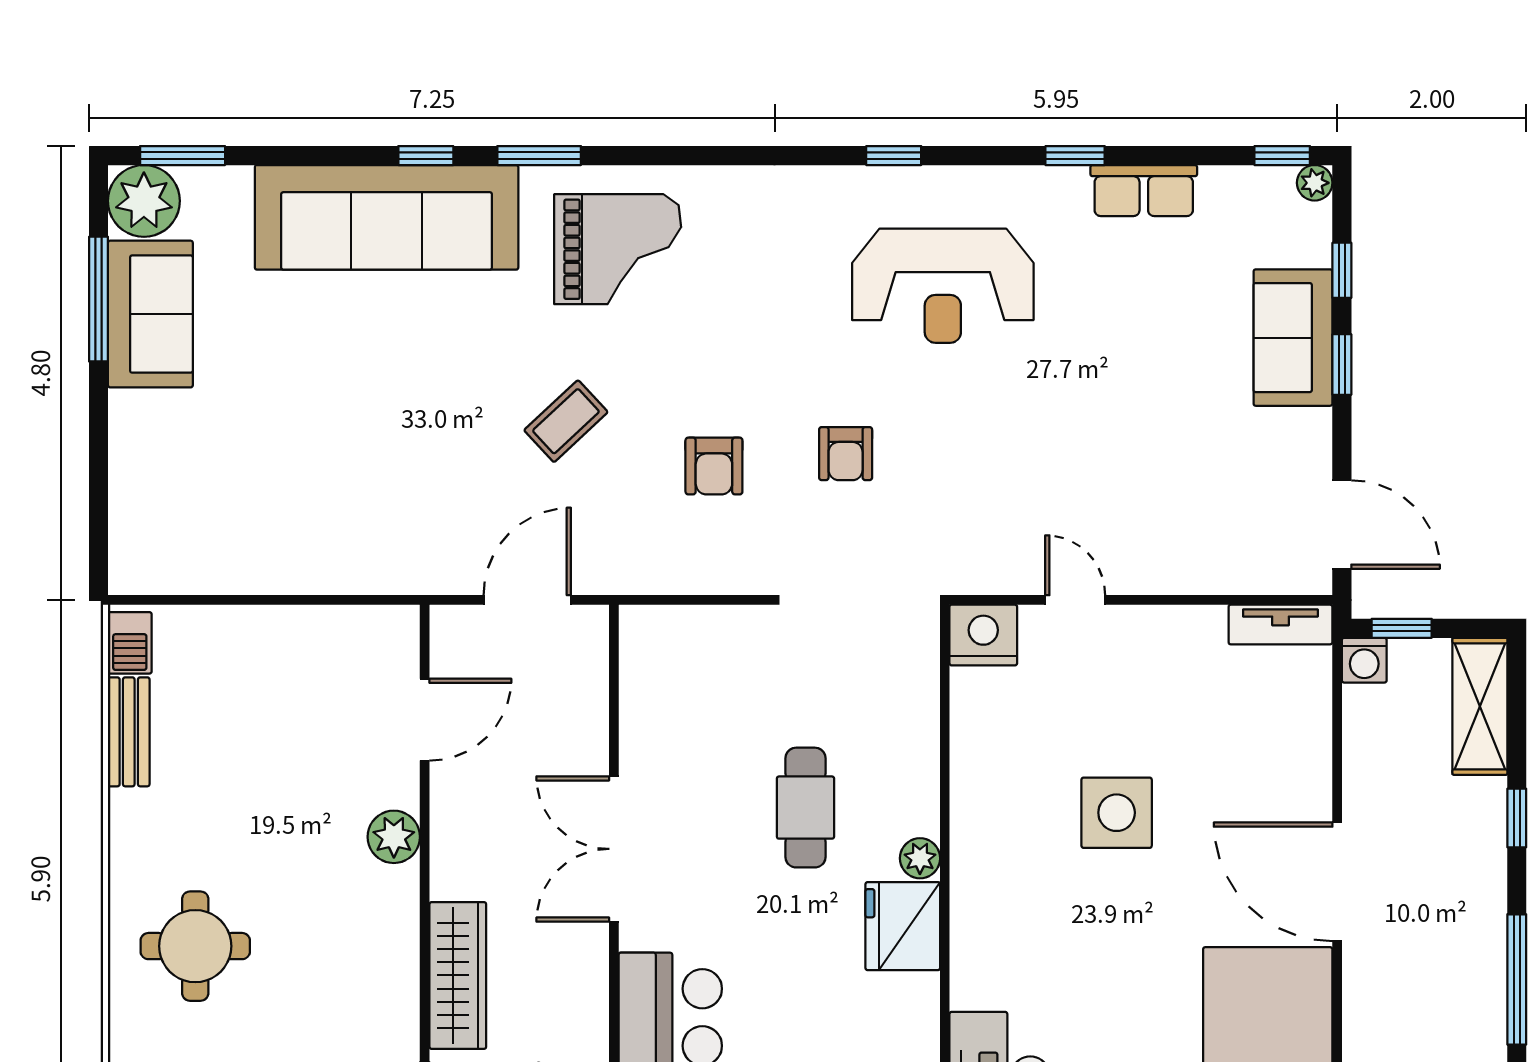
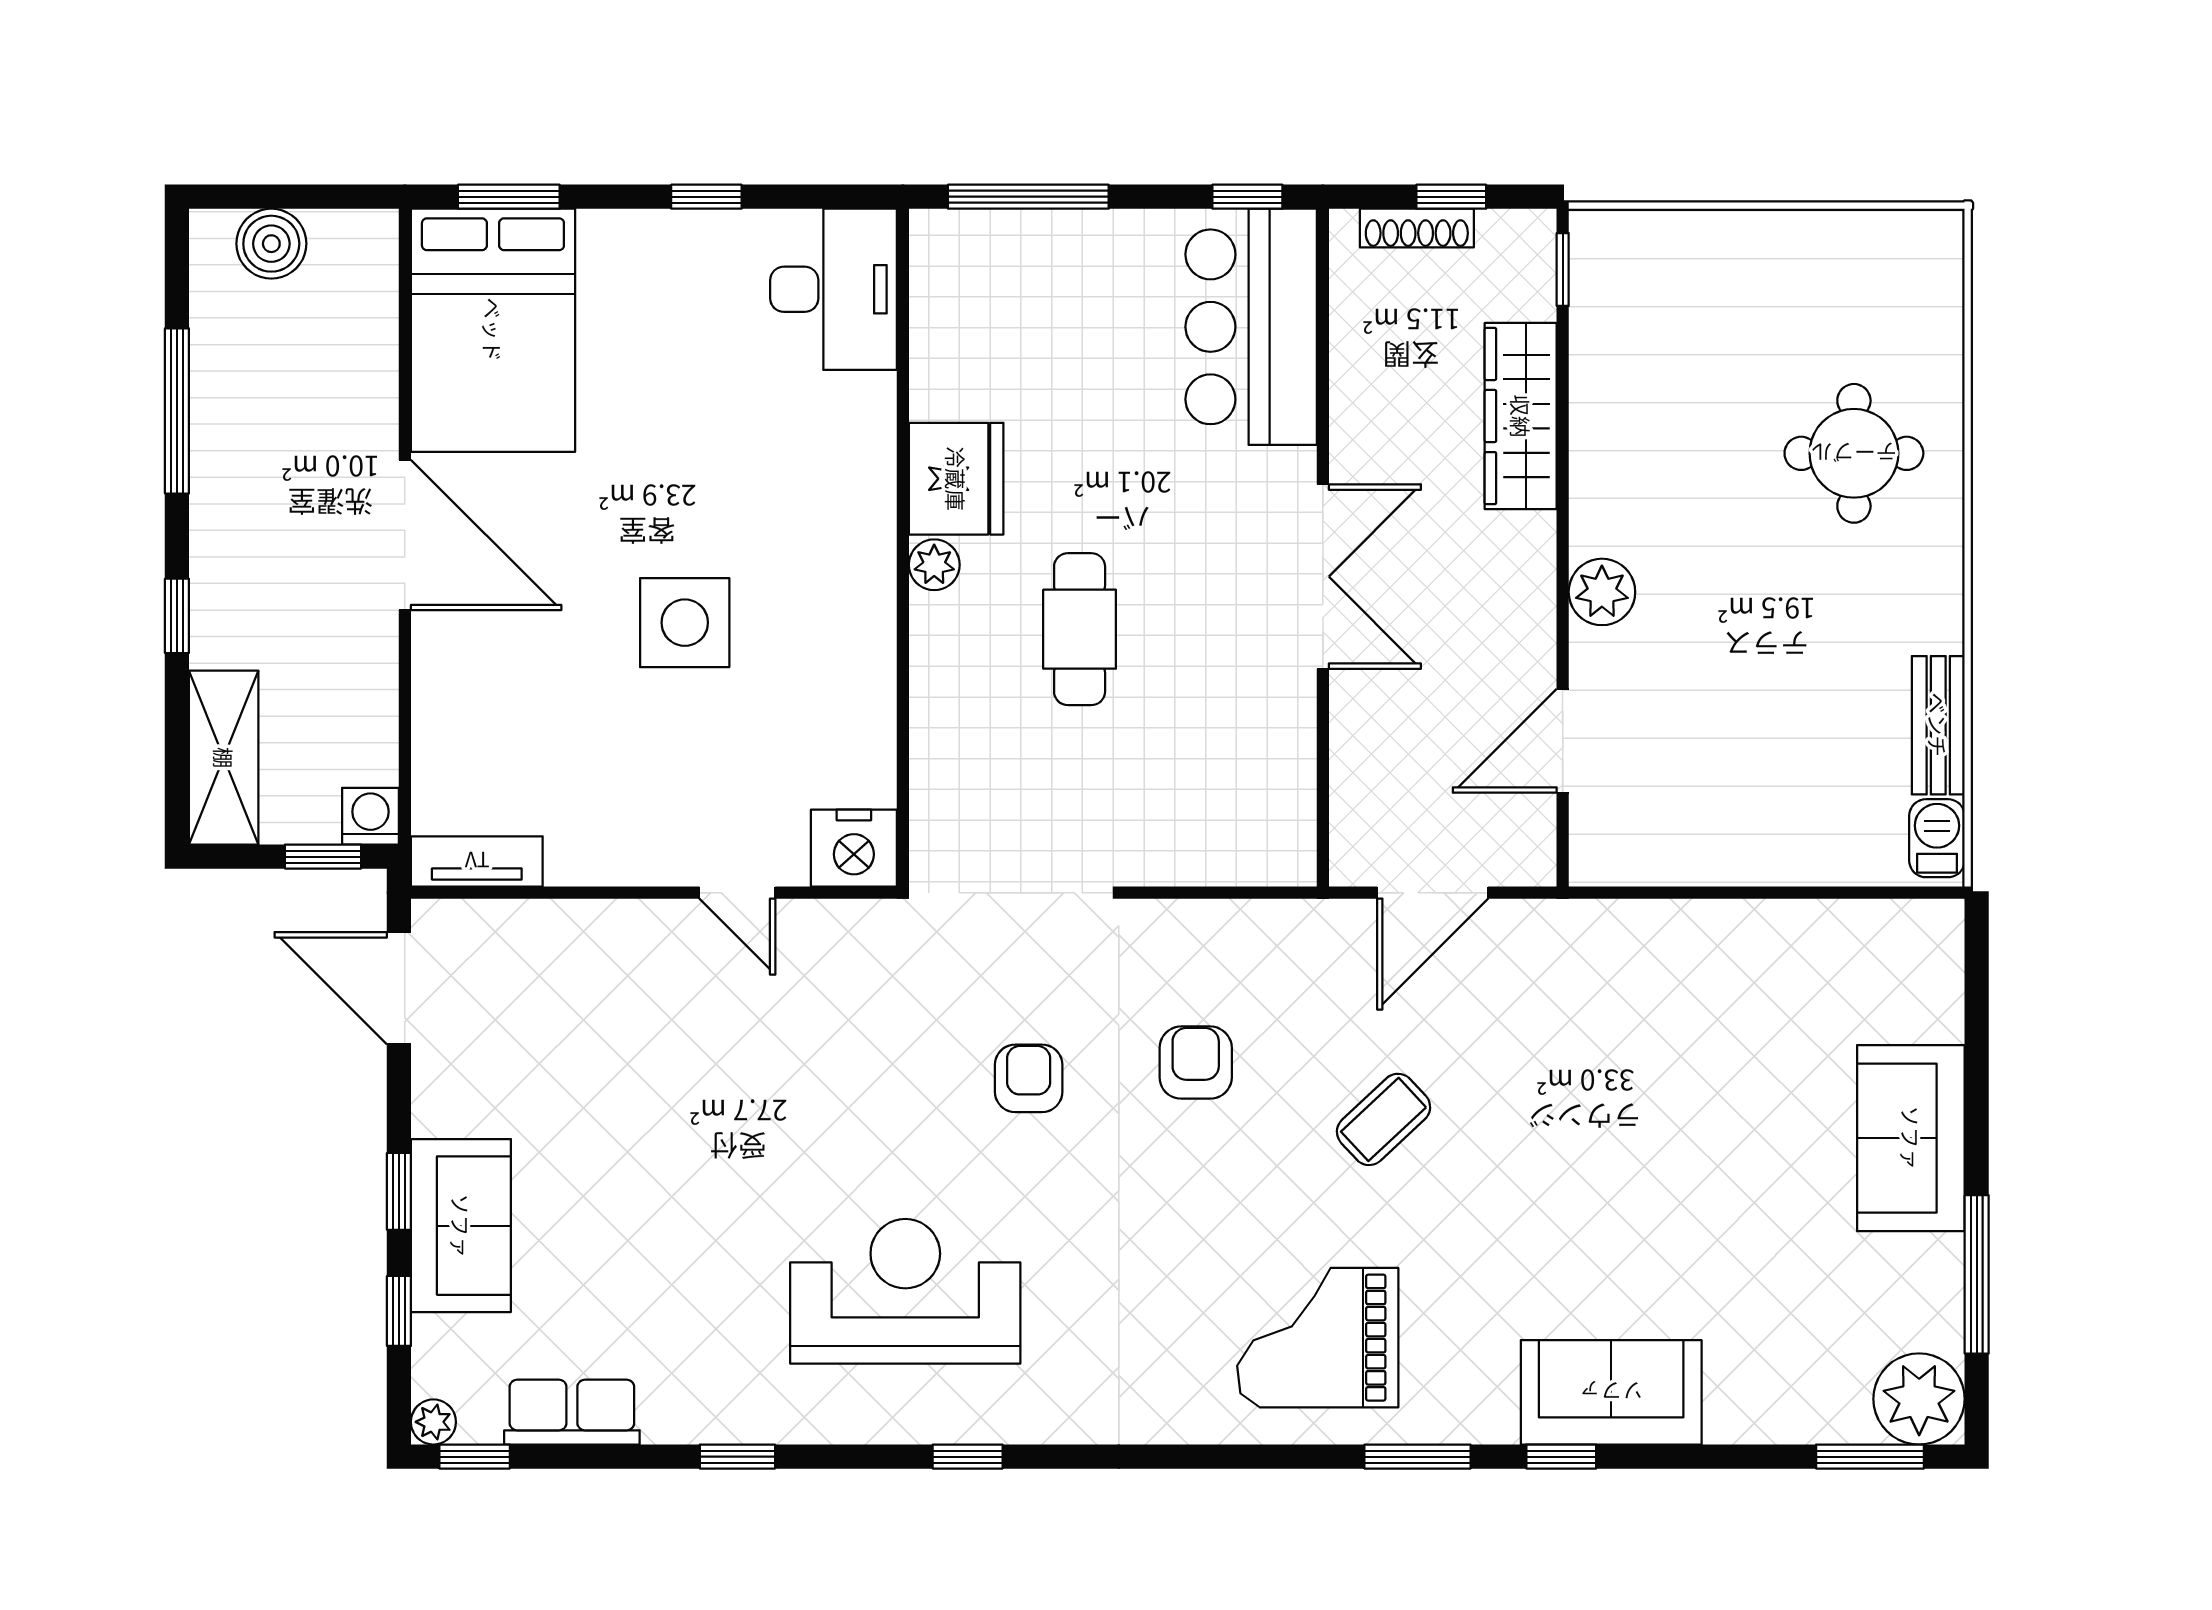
row of seats: (1144, 191) -> (572, 1412), moved
sofa: (387, 217) -> (1611, 1392), width x0.54, depth x0.79
sofa: (150, 314) -> (1911, 1138), moved

